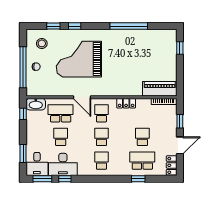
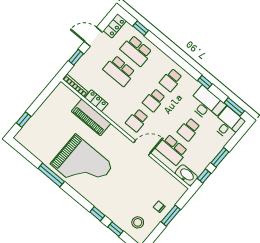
window: (129, 26) -> (51, 175), width x0.68
grand piano: (79, 59) -> (82, 165), moved
window: (23, 67) -> (171, 216), width x0.47
piano: (160, 89) -> (91, 117), moved
door: (82, 97) -> (142, 148), hinge flipped
locker: (126, 103) -> (96, 101), moved
school desk: (142, 137) -> (119, 71), width x1.85
window: (23, 154) -> (220, 157), moved
window: (65, 179) -> (205, 82), moved
window: (138, 179) -> (141, 28), moved

